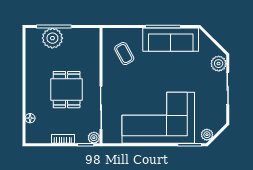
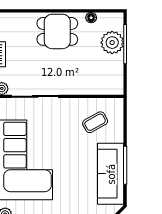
dining table: (67, 90) -> (57, 31), moved
floor lamp: (30, 118) -> (91, 18), moved

